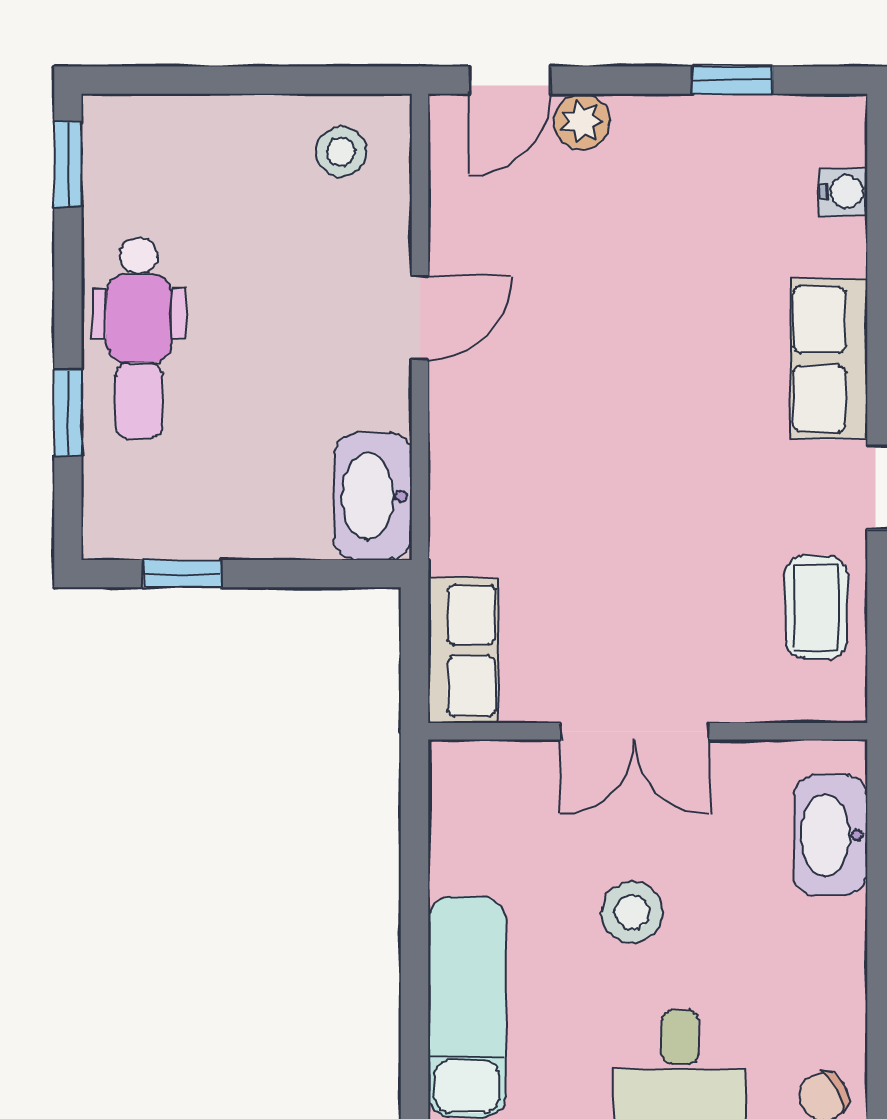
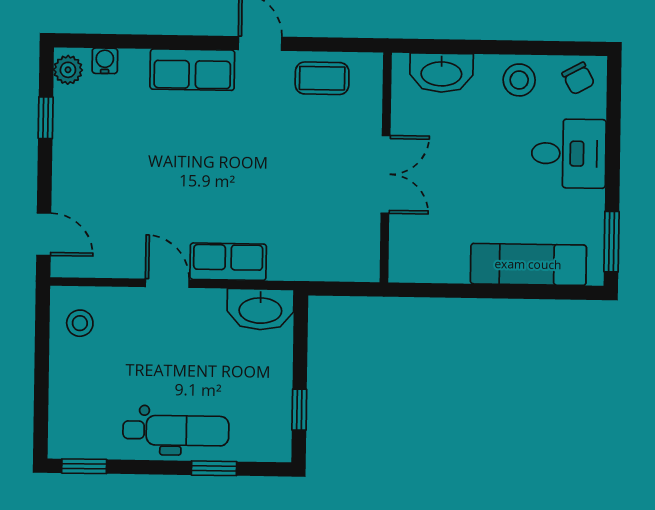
plant: (582, 121) -> (68, 70), moved
row of seats: (463, 650) -> (228, 262), moved
stool: (632, 912) -> (519, 80), moved

